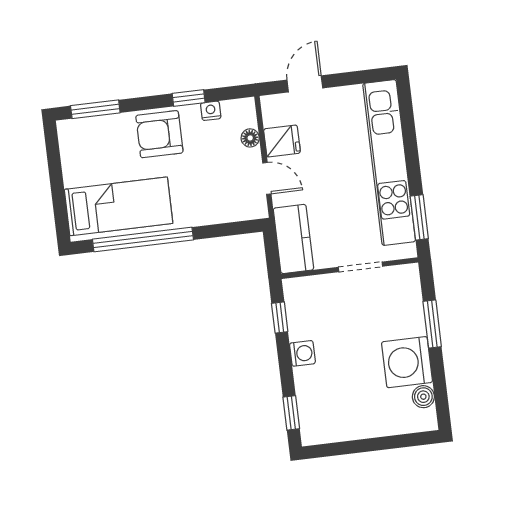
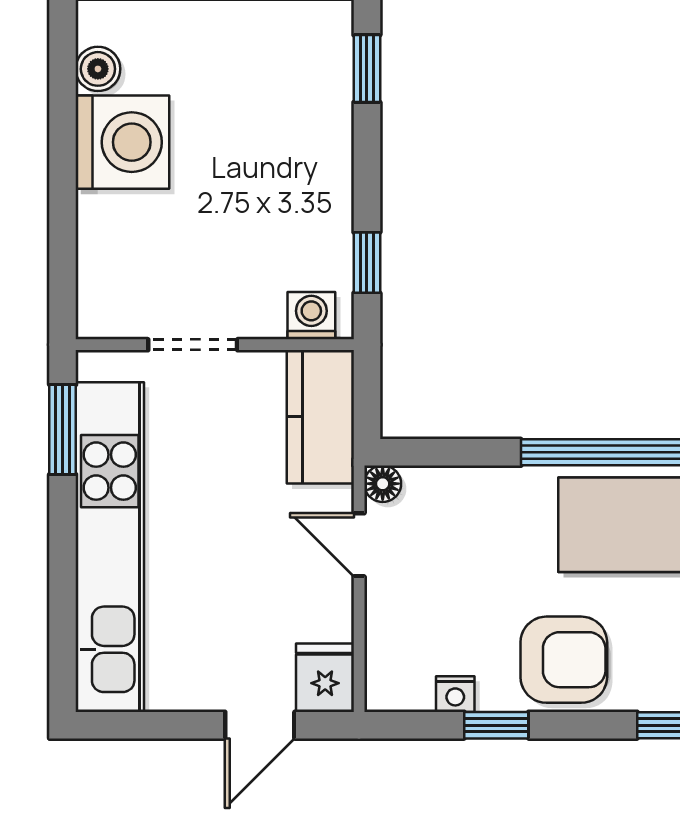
floor lamp: (250, 138) -> (383, 484), moved
fridge: (282, 141) -> (325, 678), moved, turned 90
window: (432, 324) -> (63, 212), removed
washing machine: (302, 353) -> (311, 316), moved, turned 90

